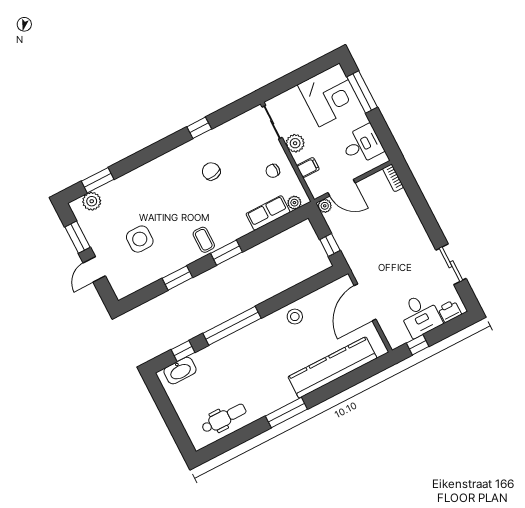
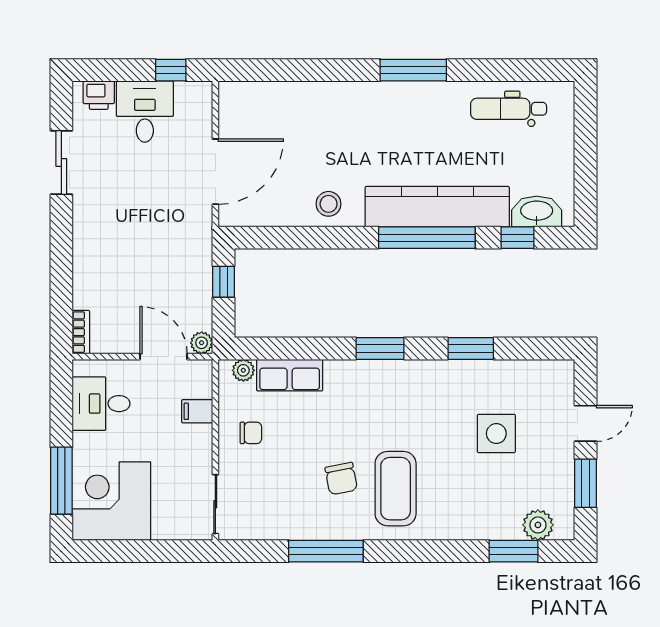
window: (199, 128) -> (326, 551), width x2.17
plant: (295, 143) -> (198, 456), removed
coffee table: (204, 240) -> (396, 489), moved, width x1.86, depth x1.72
kitchen counter: (332, 367) -> (437, 207), moved, turned 180

